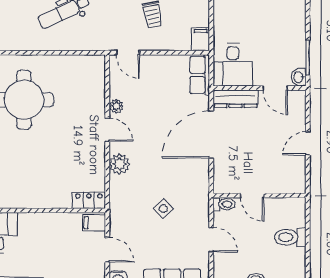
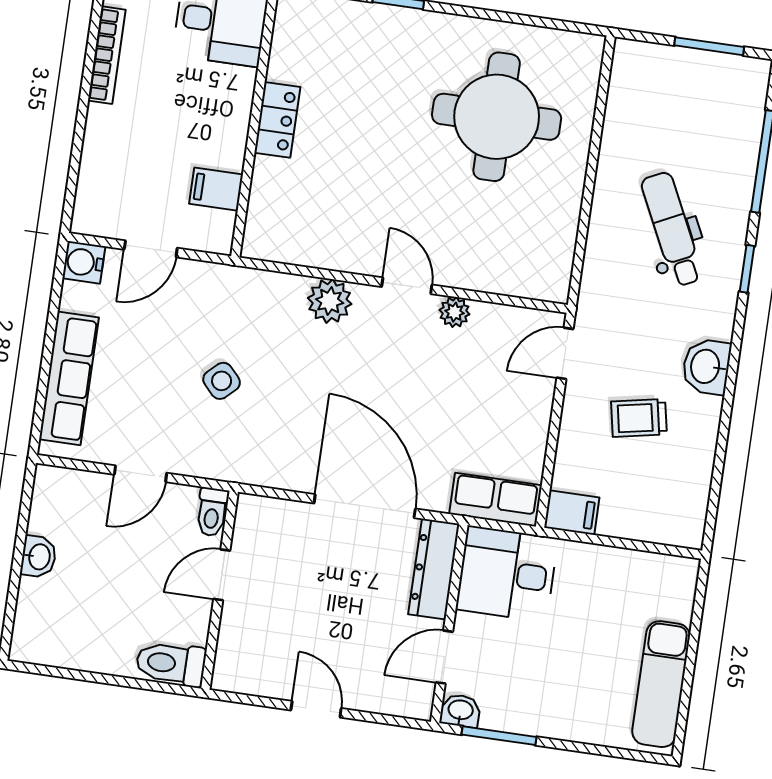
door: (107, 130) -> (407, 286), swing flipped
locker: (89, 200) -> (277, 120), moved
filing cabinet: (94, 223) -> (216, 189), moved, turned -90
toilet: (290, 237) -> (171, 664), moved, turned -90

